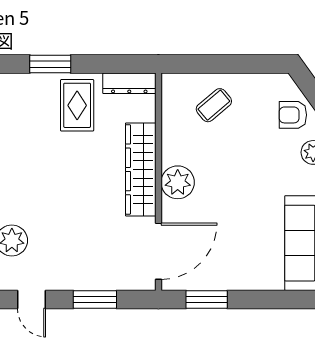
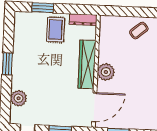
coffee table: (214, 105) -> (139, 31), moved

